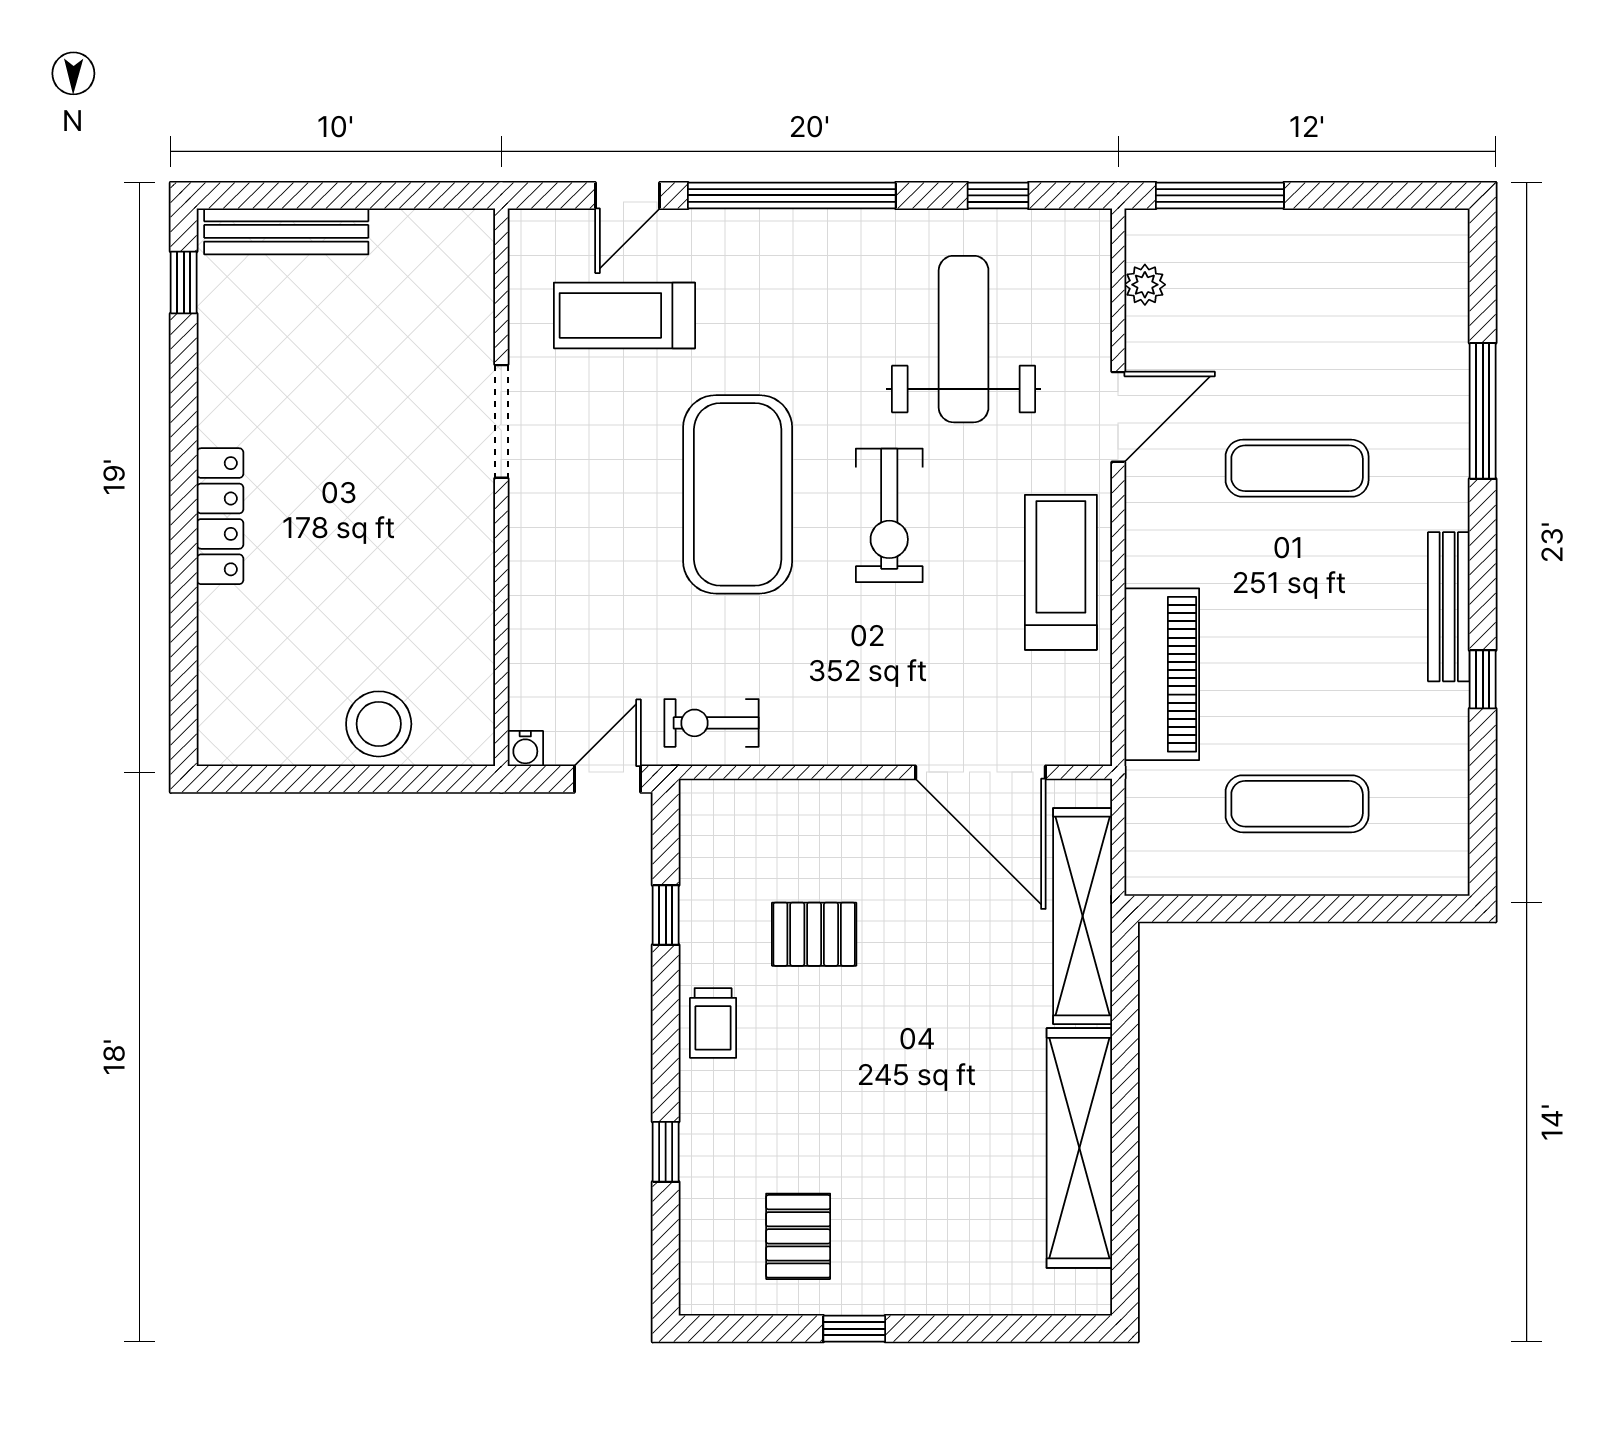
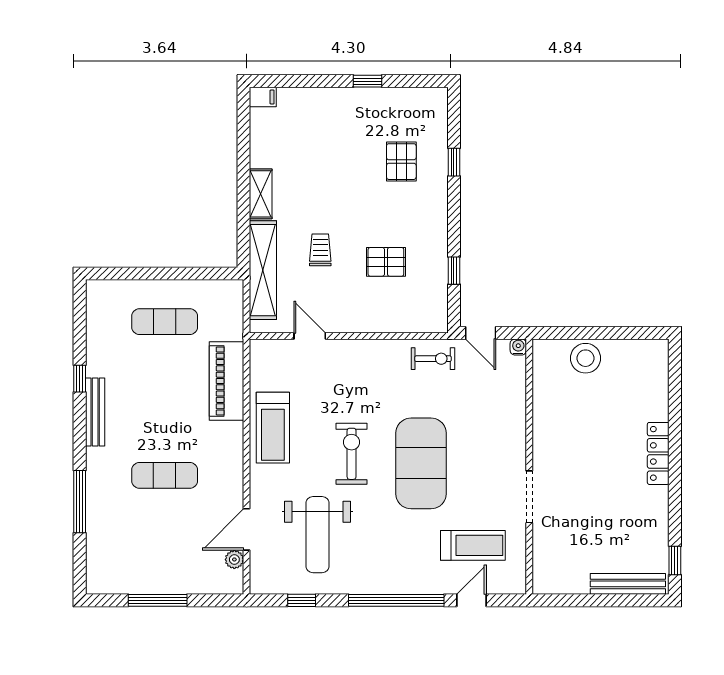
window: (1220, 195) -> (158, 600), moved
door: (1118, 417) -> (247, 529), moved
door: (981, 772) -> (310, 336), width x0.53
door: (607, 779) -> (481, 333), hinge flipped
trolley: (713, 1023) -> (320, 250), moved
shelving: (1079, 1148) -> (261, 194), width x0.45, depth x0.75
pallet: (798, 1236) -> (401, 162), moved
filing cabinet: (1083, 1294) -> (263, 97), added

